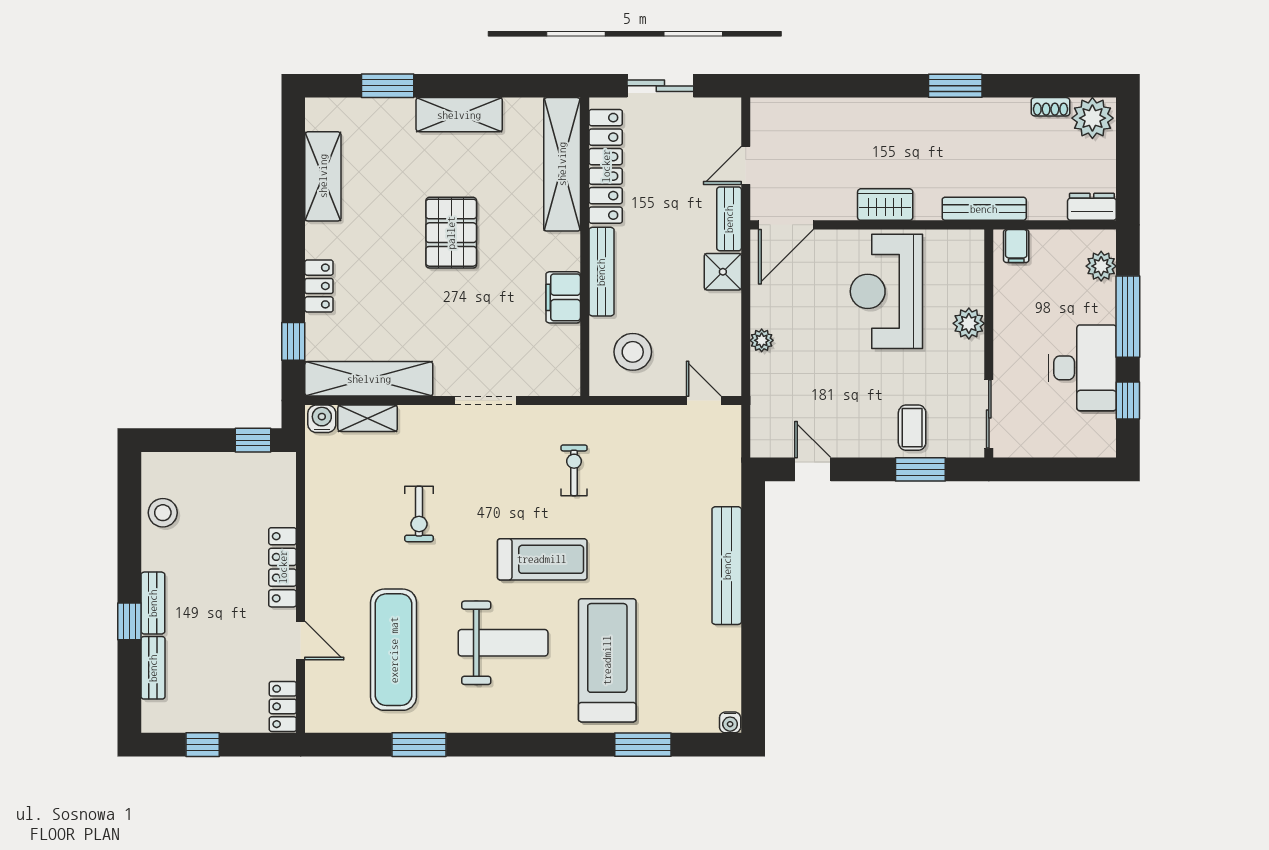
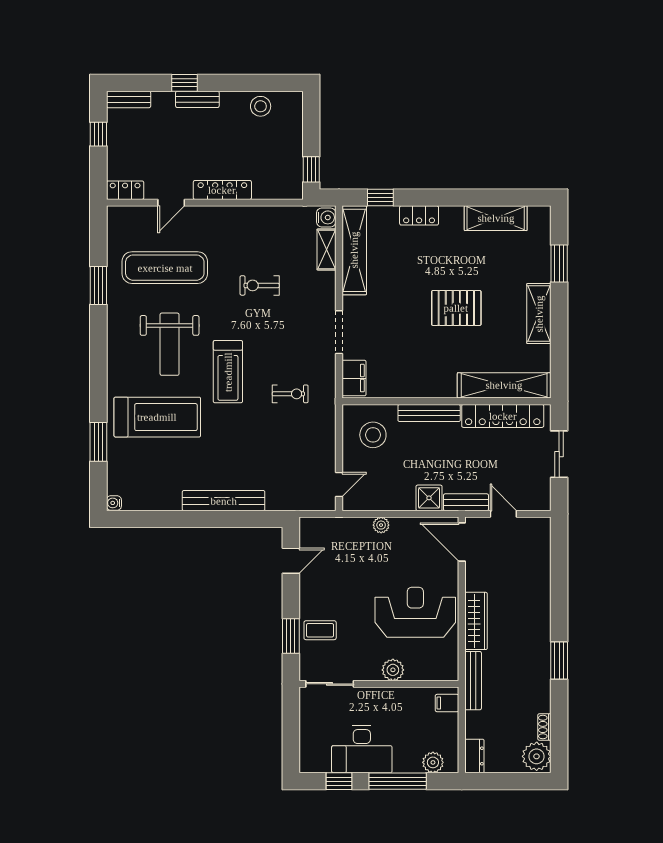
wardrobe: (885, 205) -> (476, 621), width x1.50
filing cabinet: (563, 297) -> (354, 378), moved, turned 90
bench: (153, 668) -> (129, 99), moved

